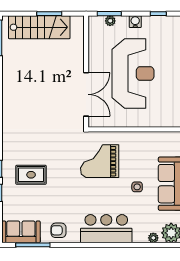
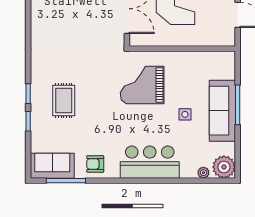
rug: (31, 175) -> (64, 101), turned 90

